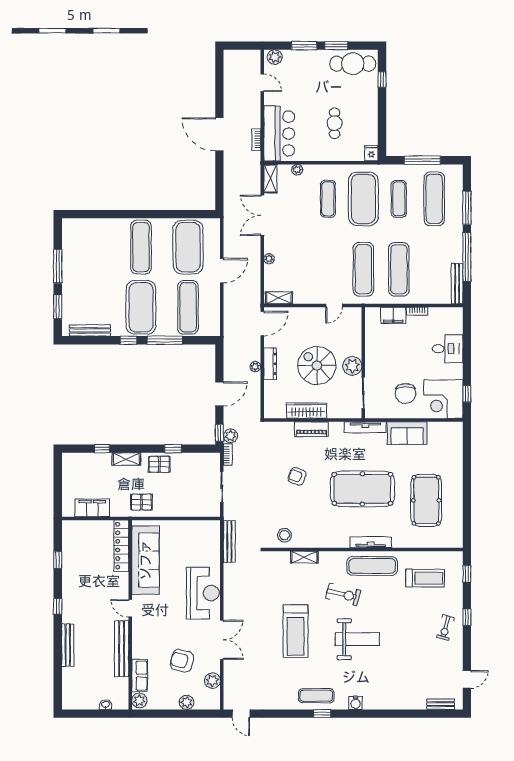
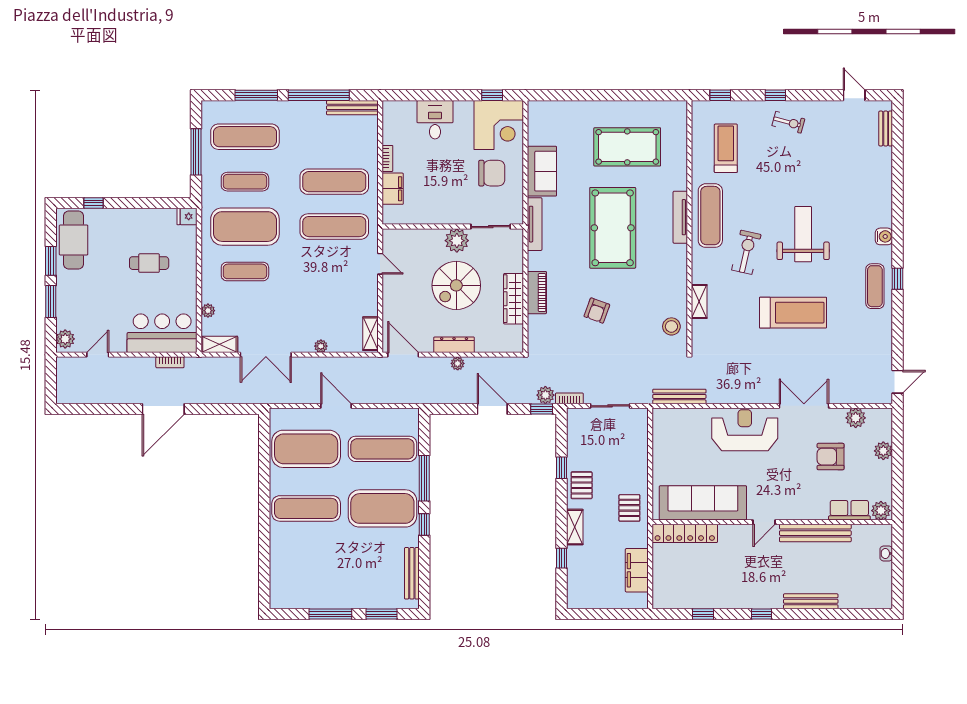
armchair: (182, 661) -> (831, 457), turned 76

